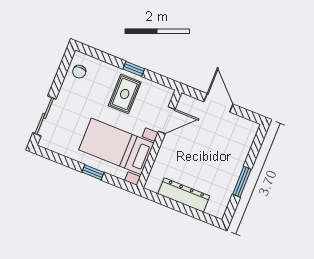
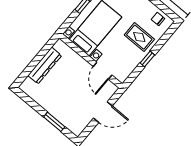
rug: (125, 94) -> (139, 37), moved
window: (242, 182) -> (54, 122), moved

